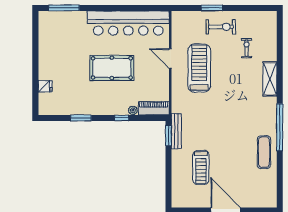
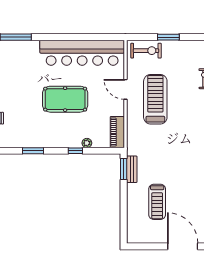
exercise bike: (221, 27) -> (146, 51), moved
piano: (154, 108) -> (117, 132), moved, turned -90
bench: (176, 131) -> (132, 169), width x0.73

